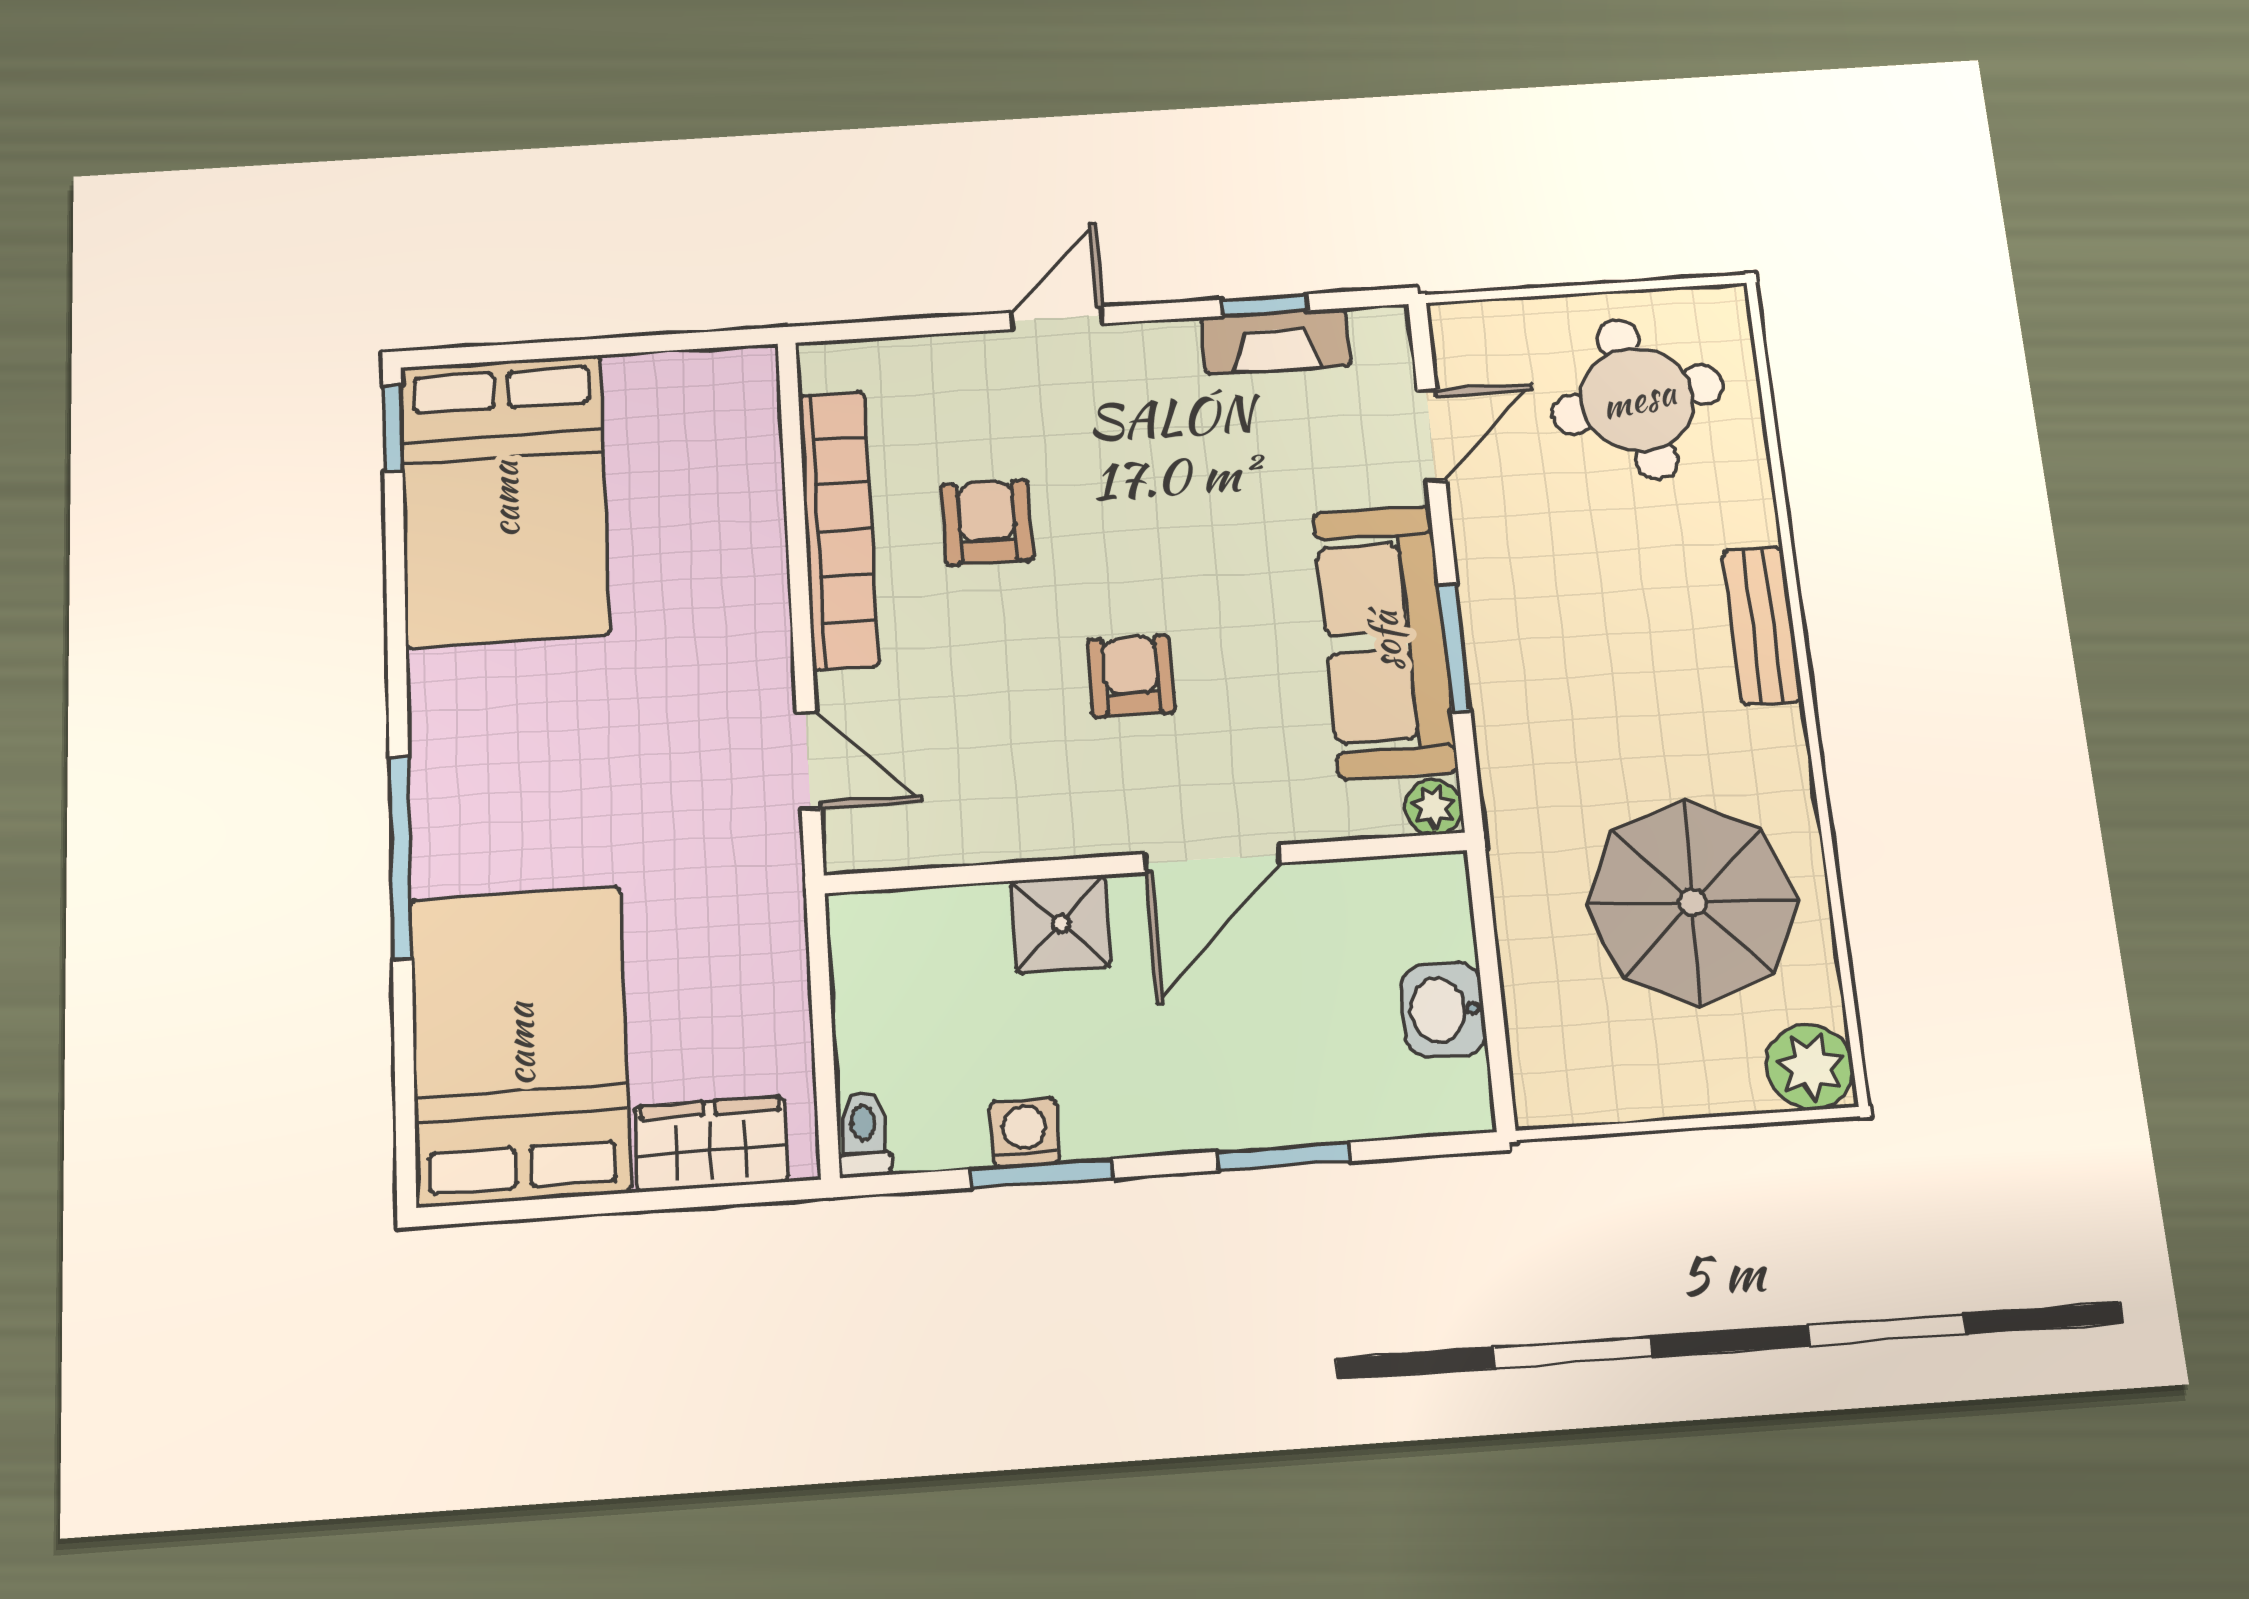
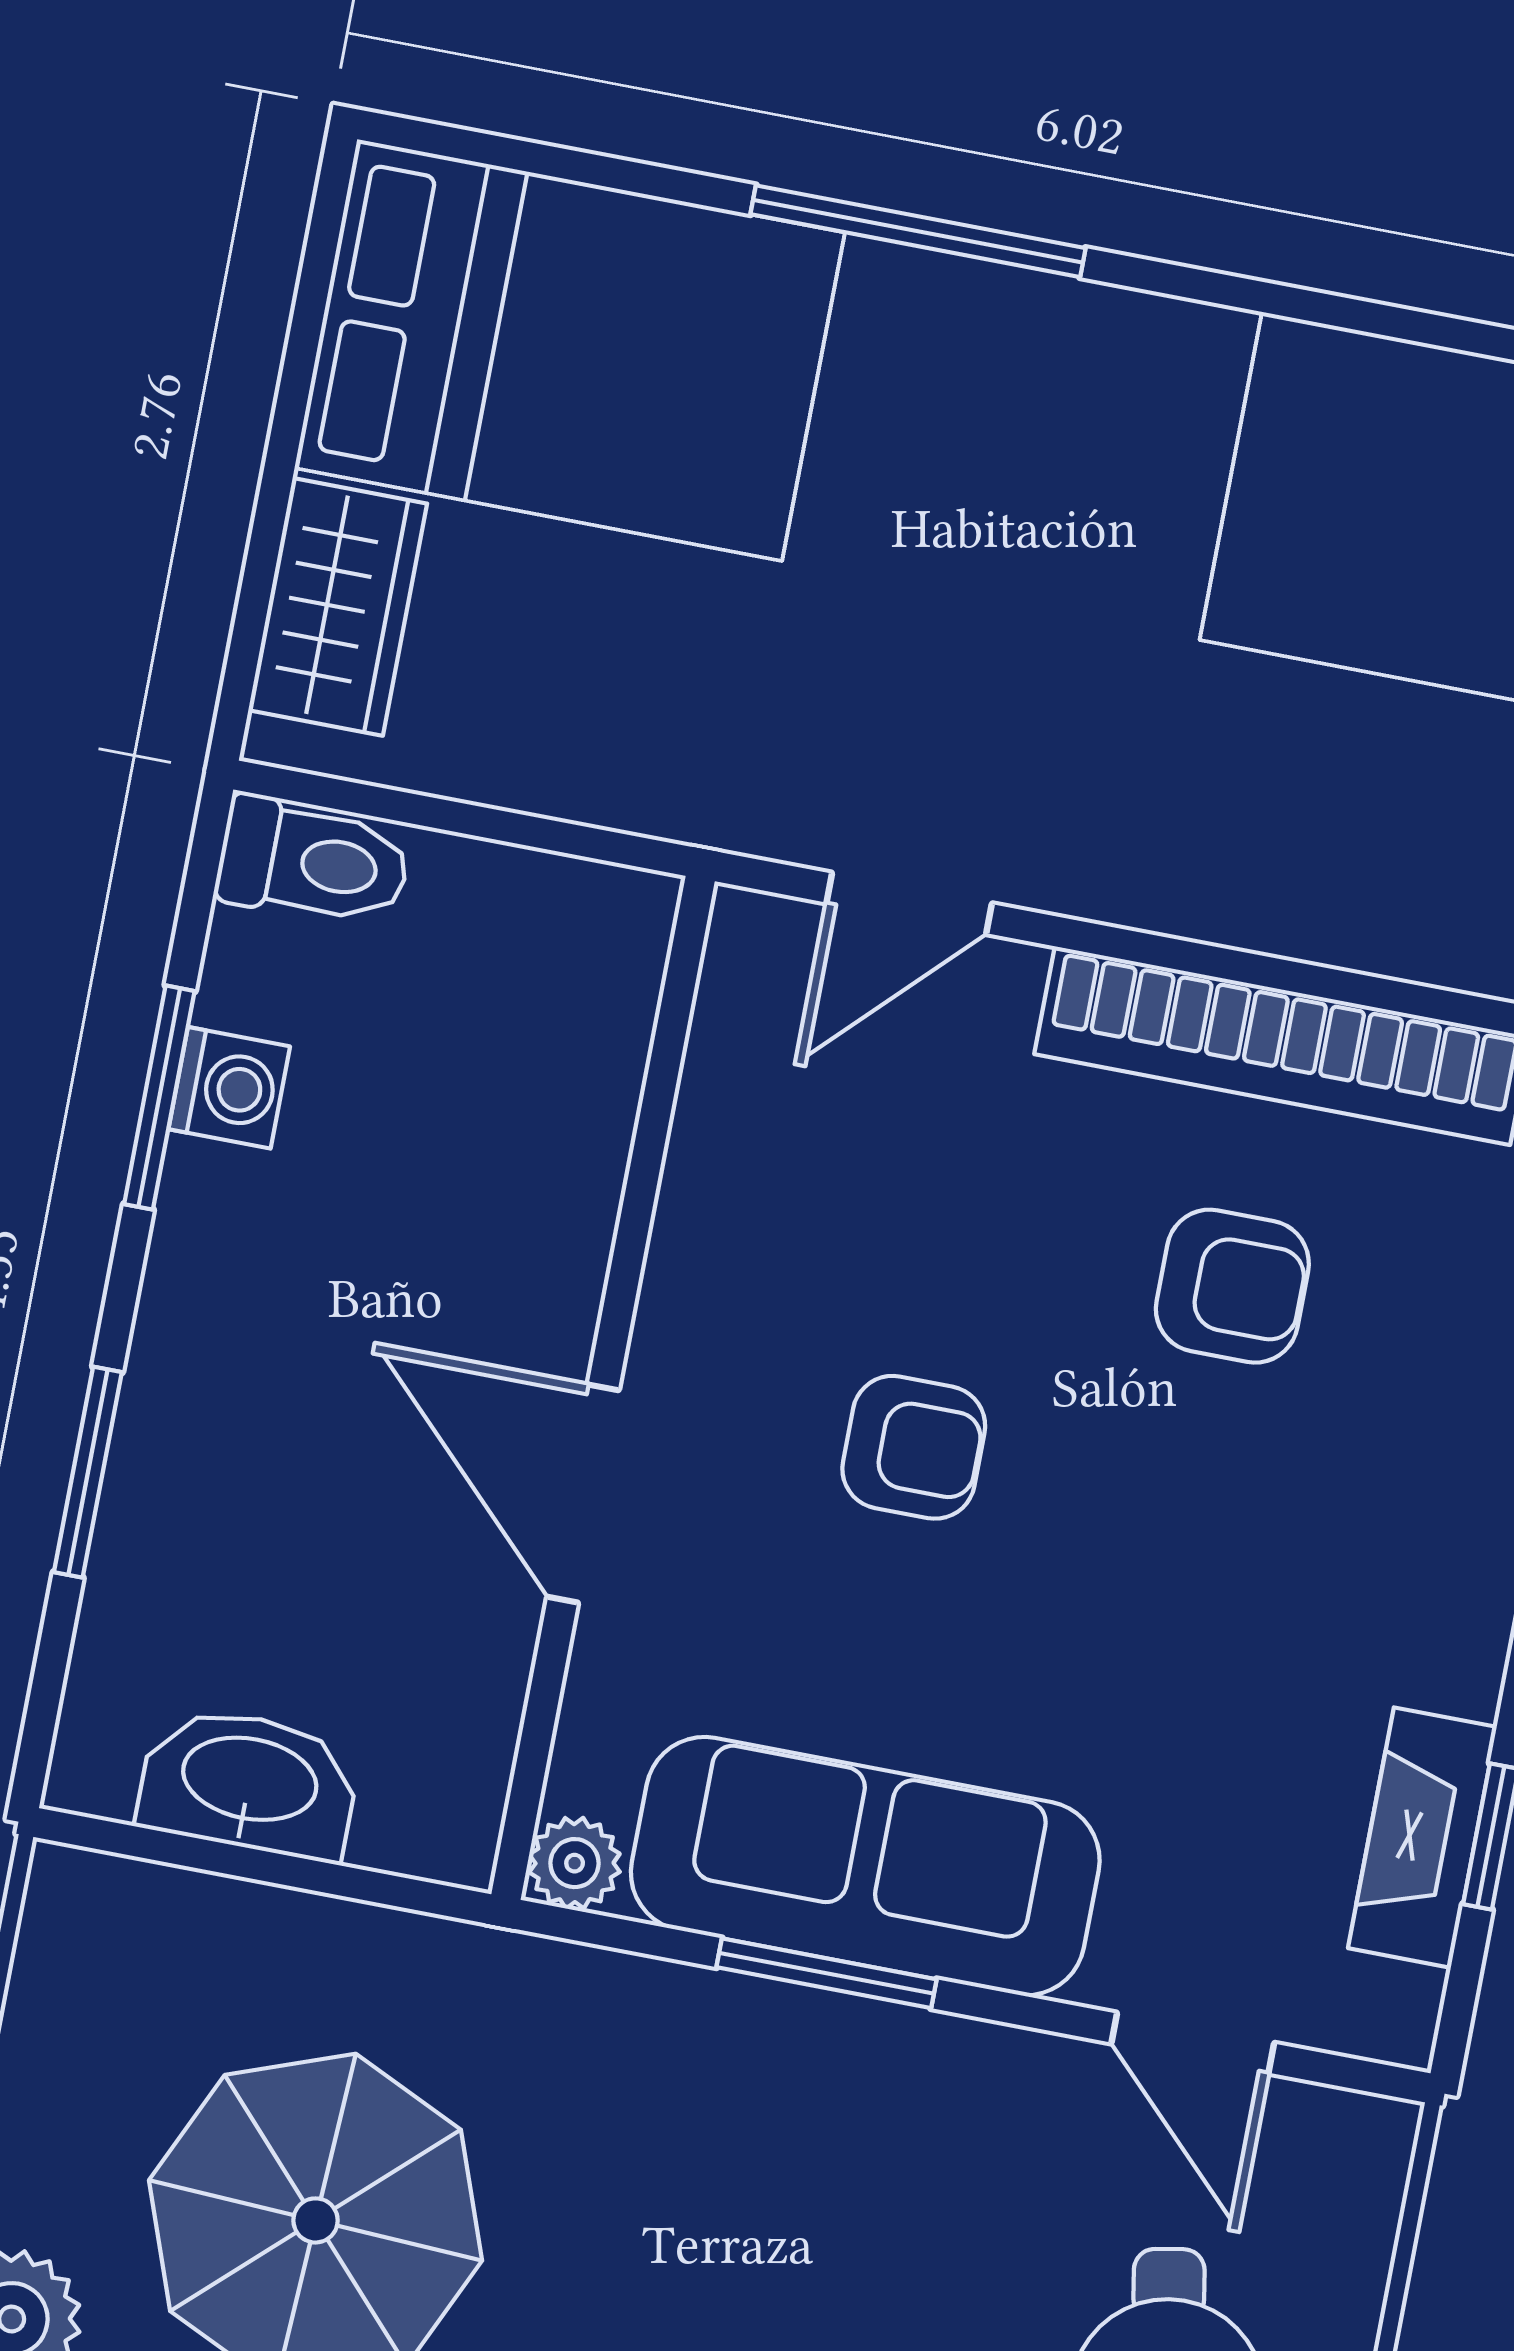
shower: (1061, 924) -> (541, 1229), removed
washbasin: (1443, 1010) -> (249, 1783), width x1.38
toilet: (864, 1134) -> (313, 862), width x1.37, depth x1.39

